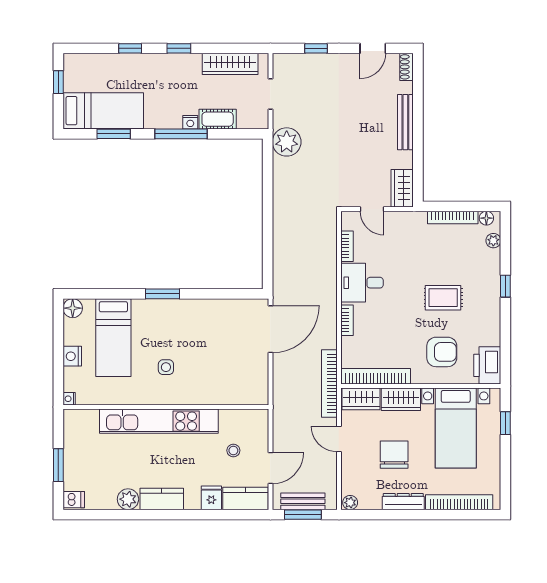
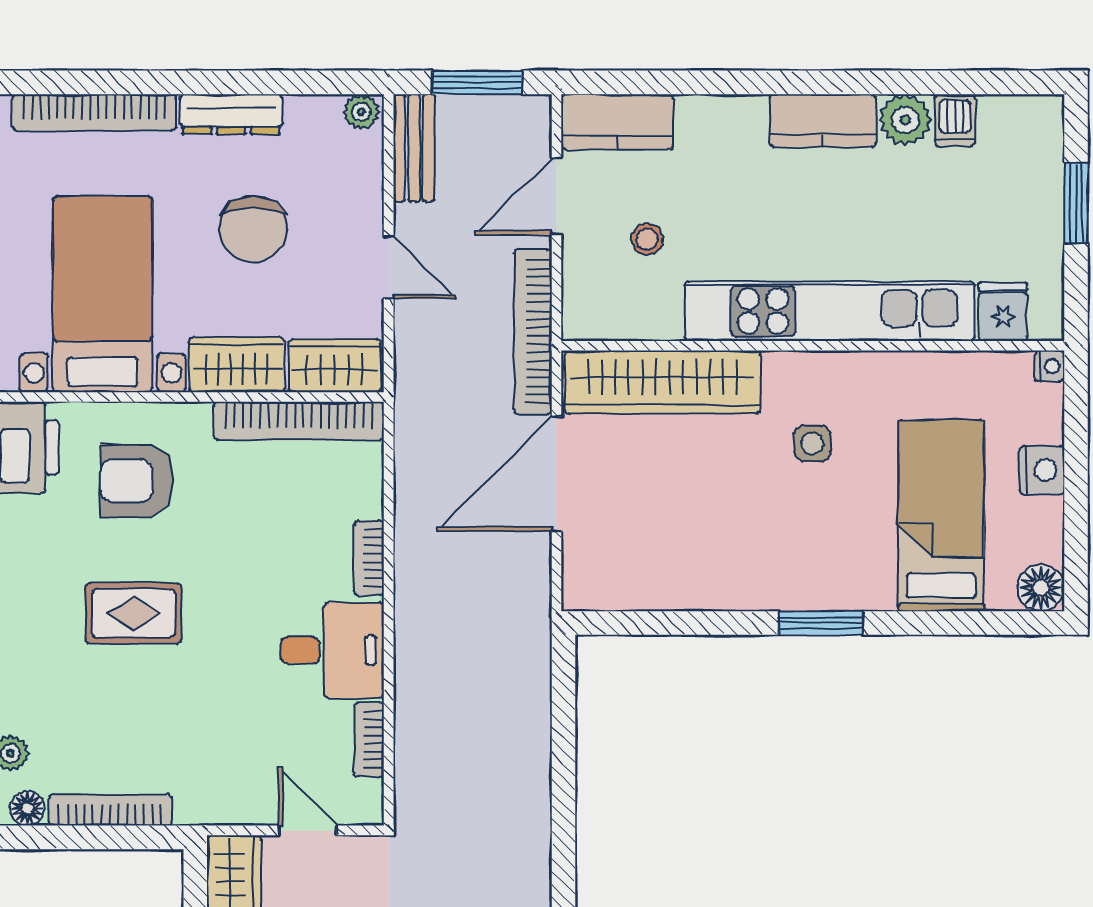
door: (270, 329) -> (556, 474), moved
bookcase: (329, 383) -> (533, 332), moved, turned 180
wardrobe: (227, 392) -> (663, 382), added
fridge: (211, 498) -> (1003, 312), moved, turned 180
dishwasher: (74, 500) -> (955, 120), moved, turned -90
bench: (303, 501) -> (414, 148), moved, turned 90

